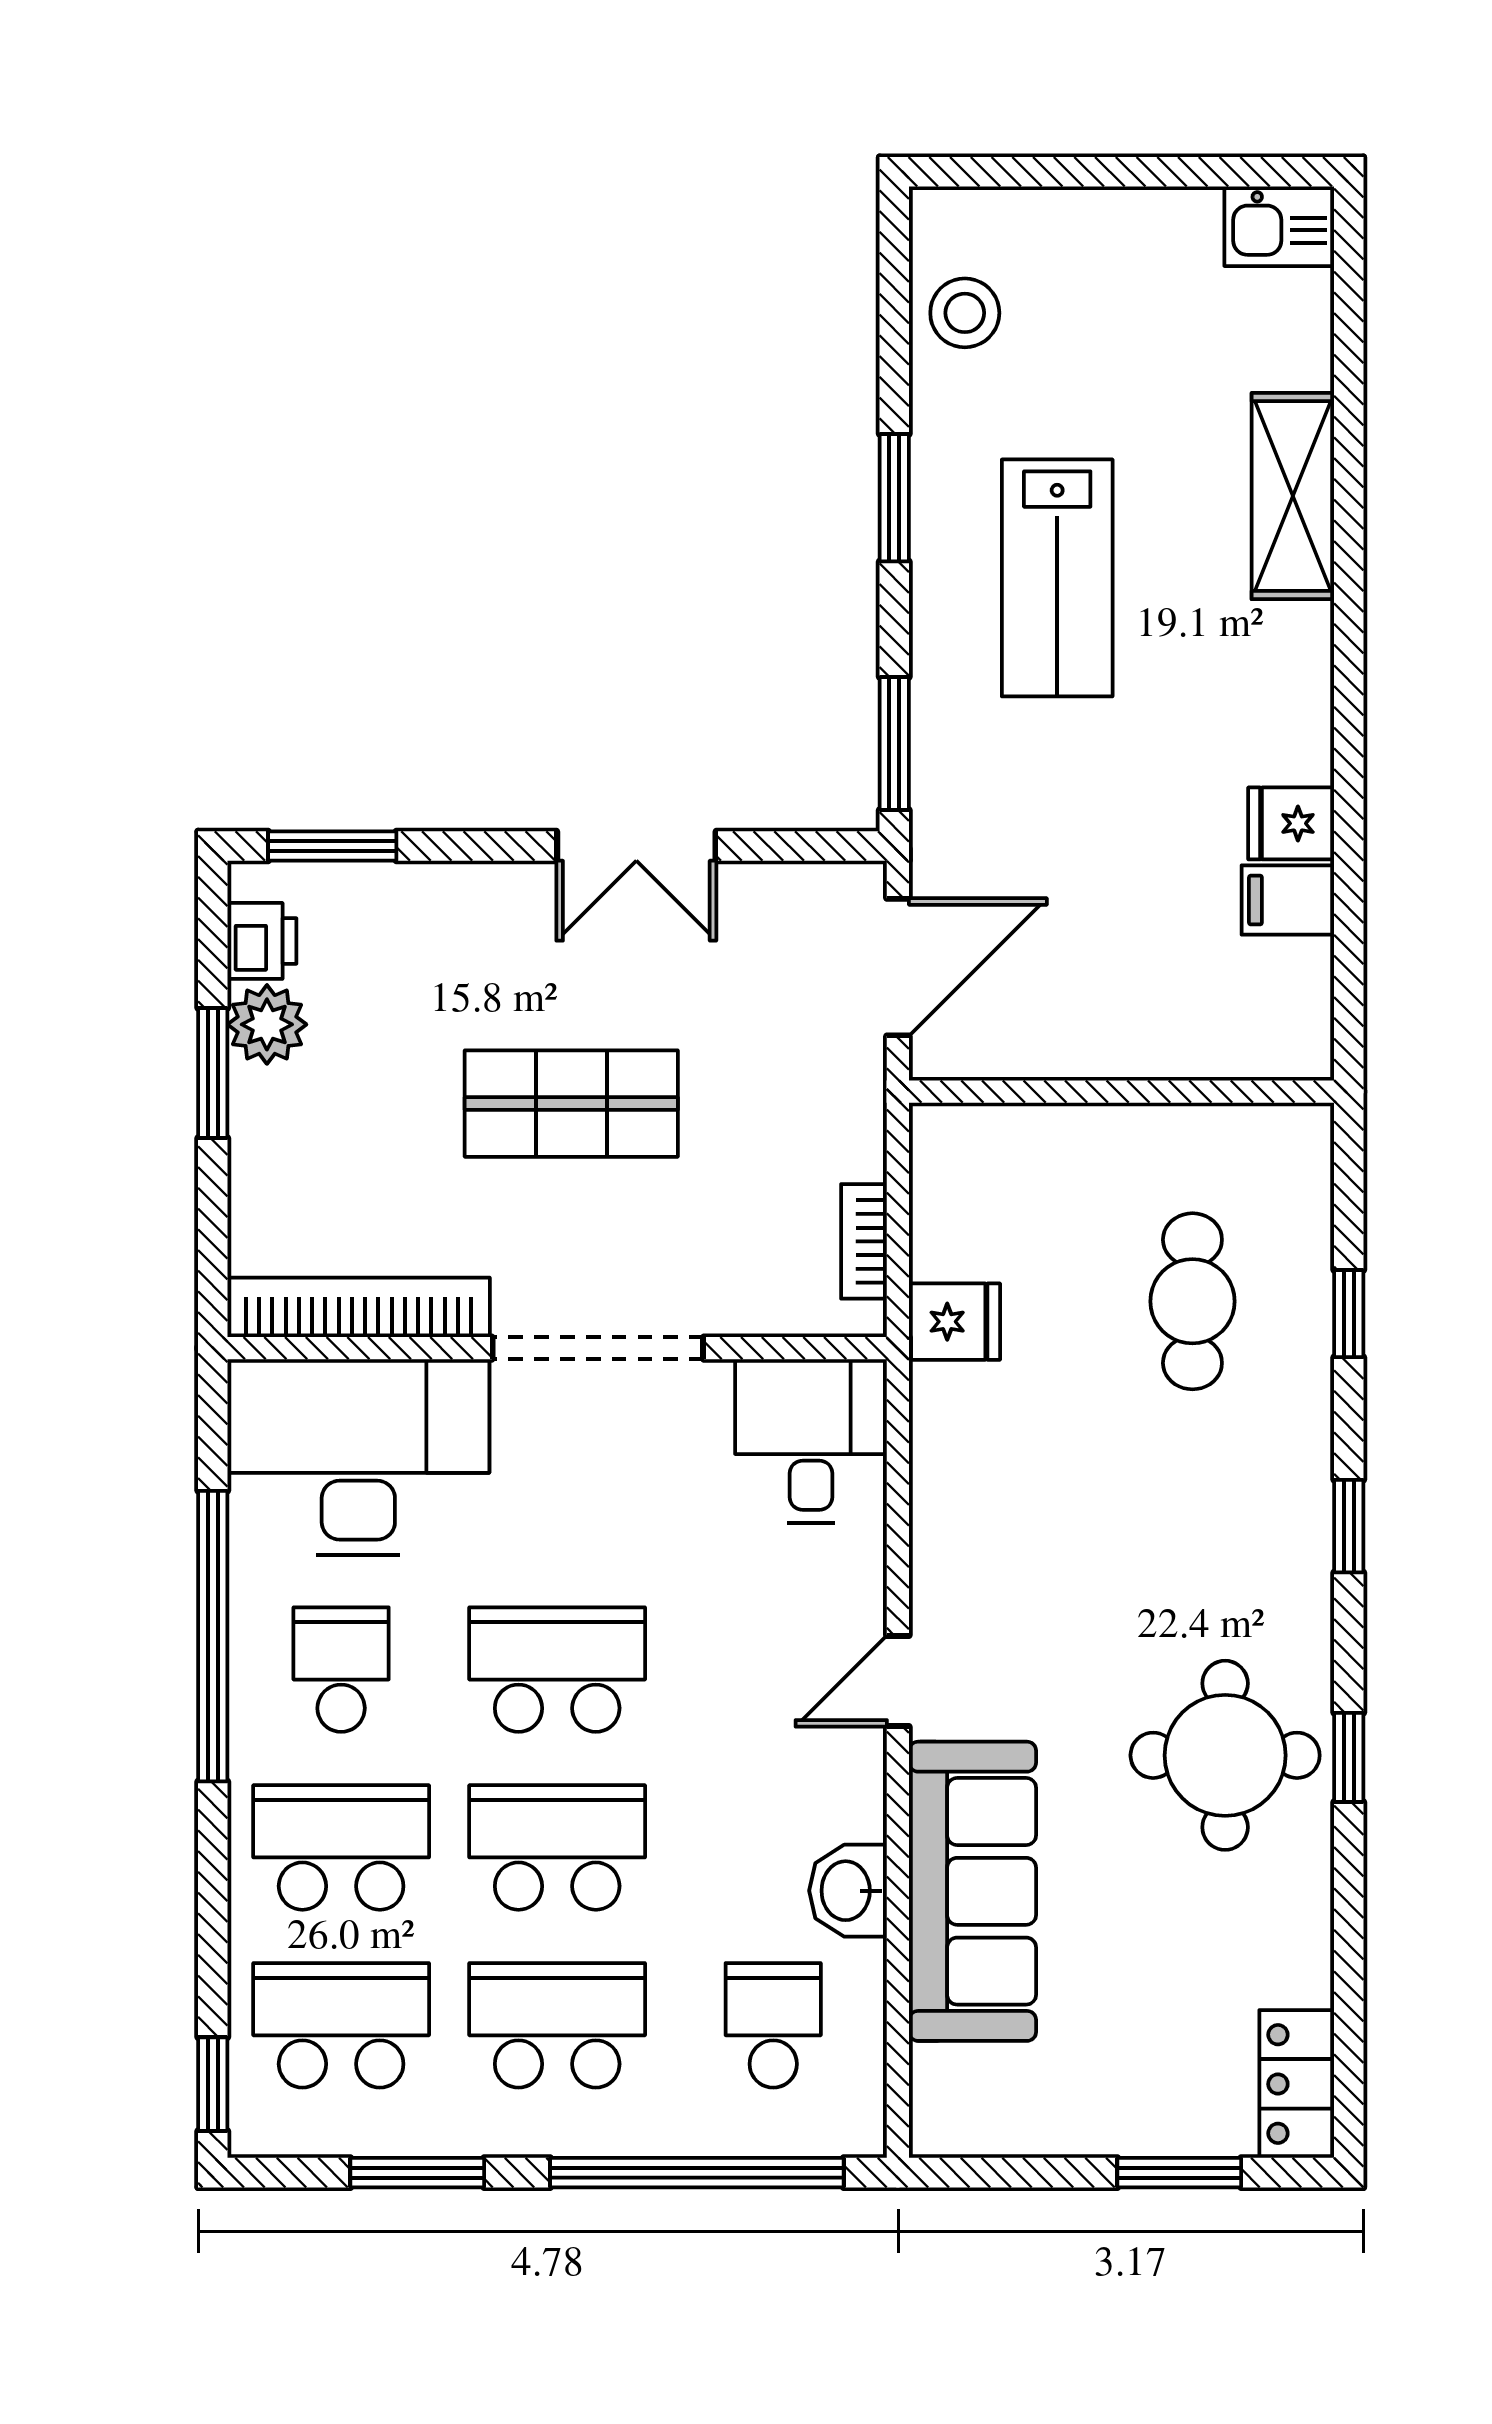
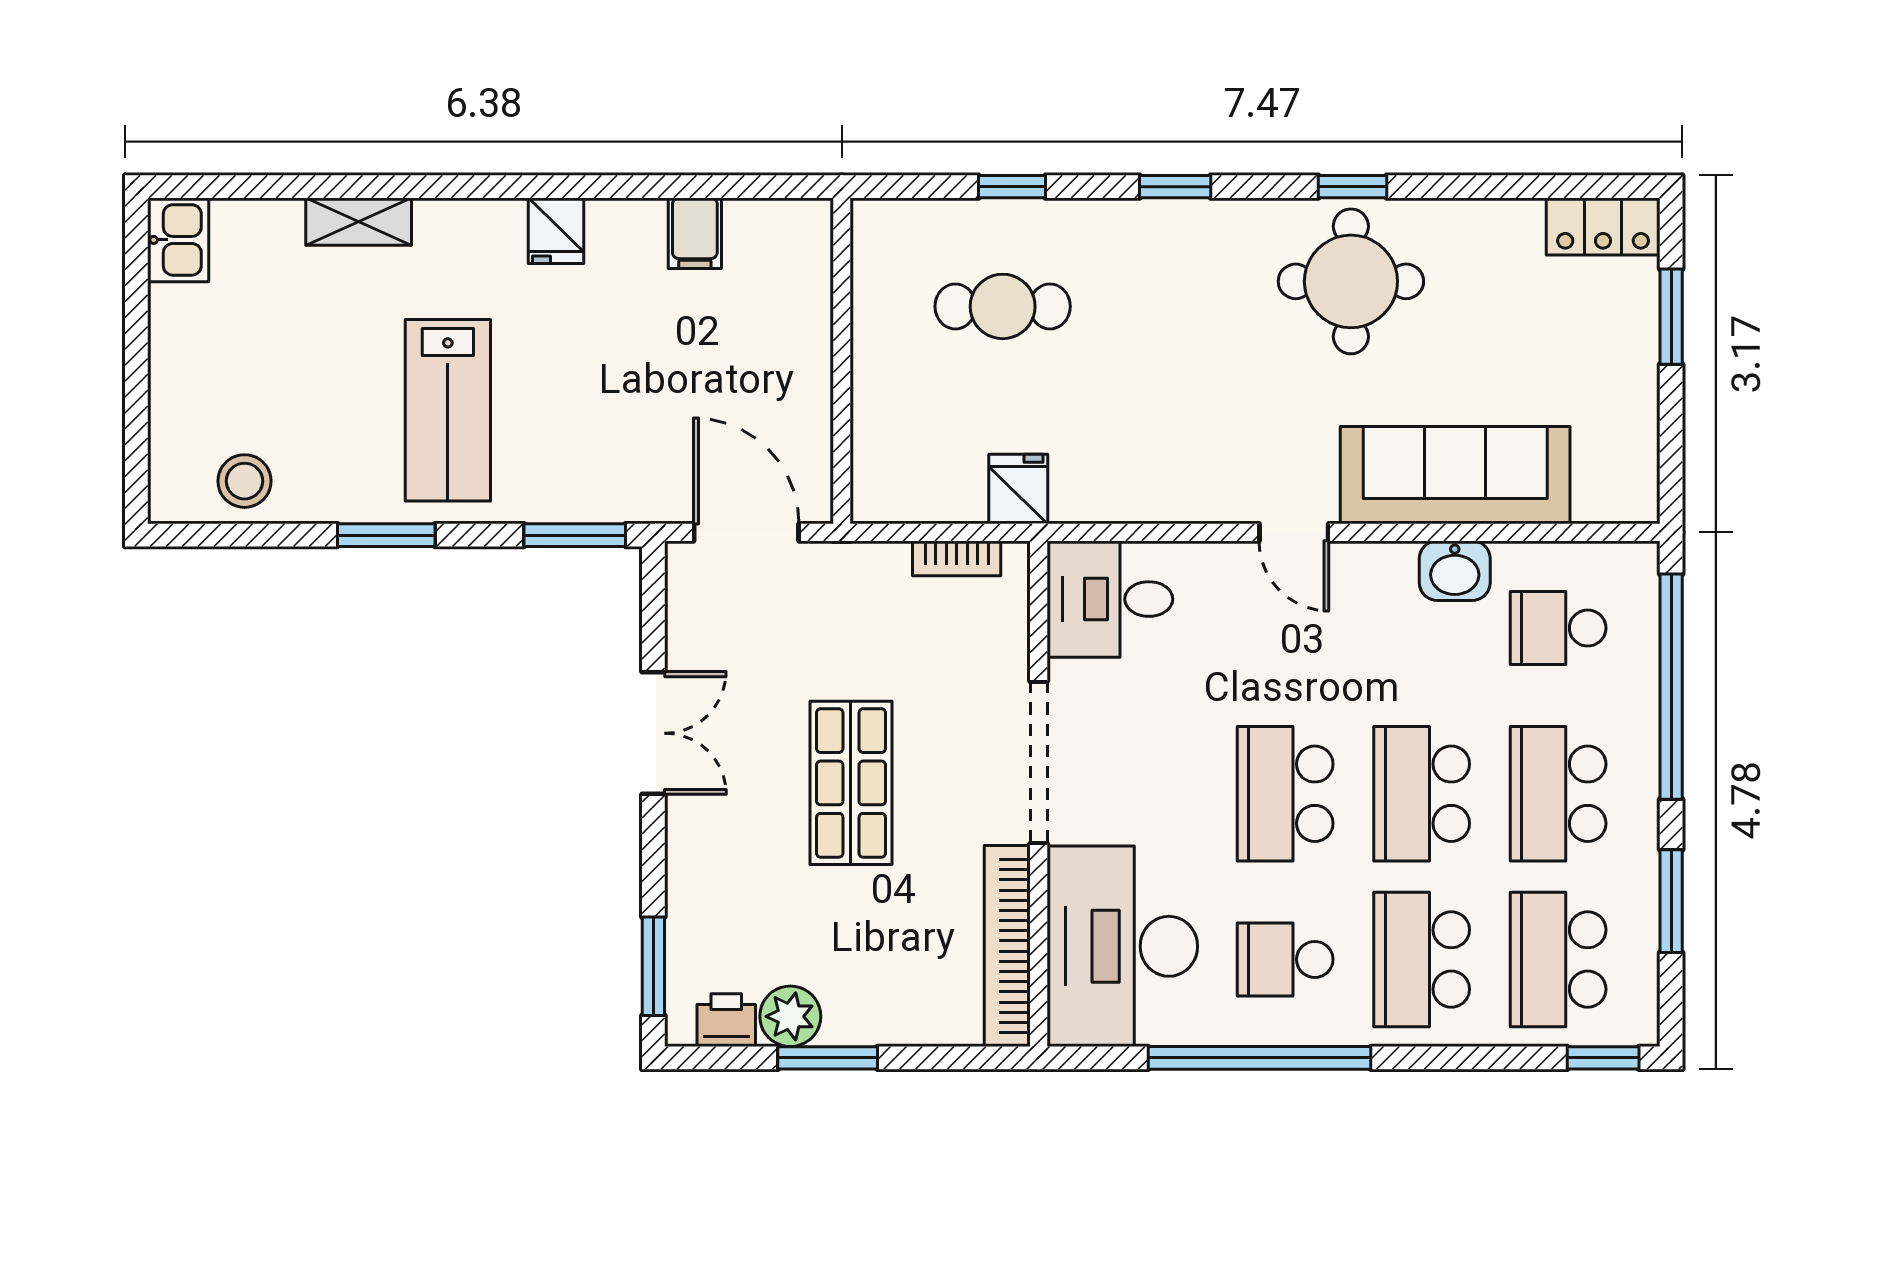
shelving: (1293, 496) -> (359, 222), width x0.67, depth x0.75
lab bench: (1057, 578) -> (448, 410), turned 90
fridge: (1291, 823) -> (556, 231), moved

